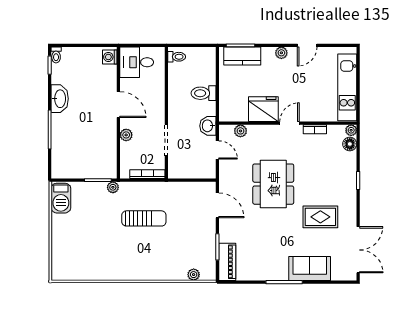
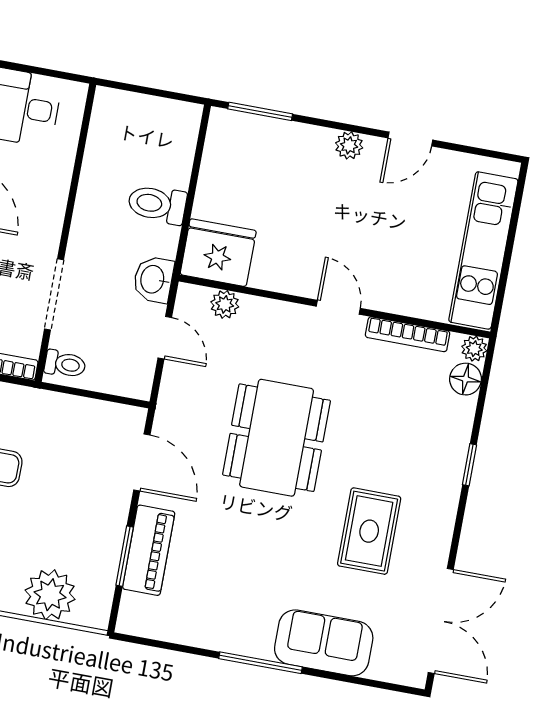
kitchen counter: (242, 56) -> (260, 136), removed
toilet: (177, 57) -> (65, 364), moved
fridge: (263, 109) -> (218, 253), moved
door: (289, 123) -> (338, 307), hinge flipped
bookcase: (315, 129) -> (408, 334), width x1.56
rug: (320, 217) -> (369, 531), turned 90
piano: (227, 262) -> (149, 550), moved
plant: (194, 275) -> (50, 595), width x1.88, depth x1.88

